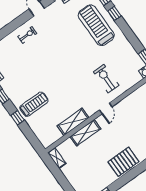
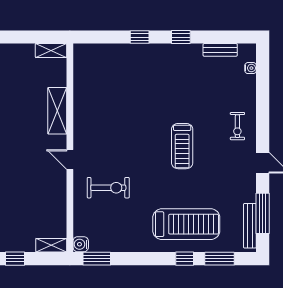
treadmill: (34, 104) -> (182, 146), moved
shelving: (73, 122) -> (83, 105), removed

